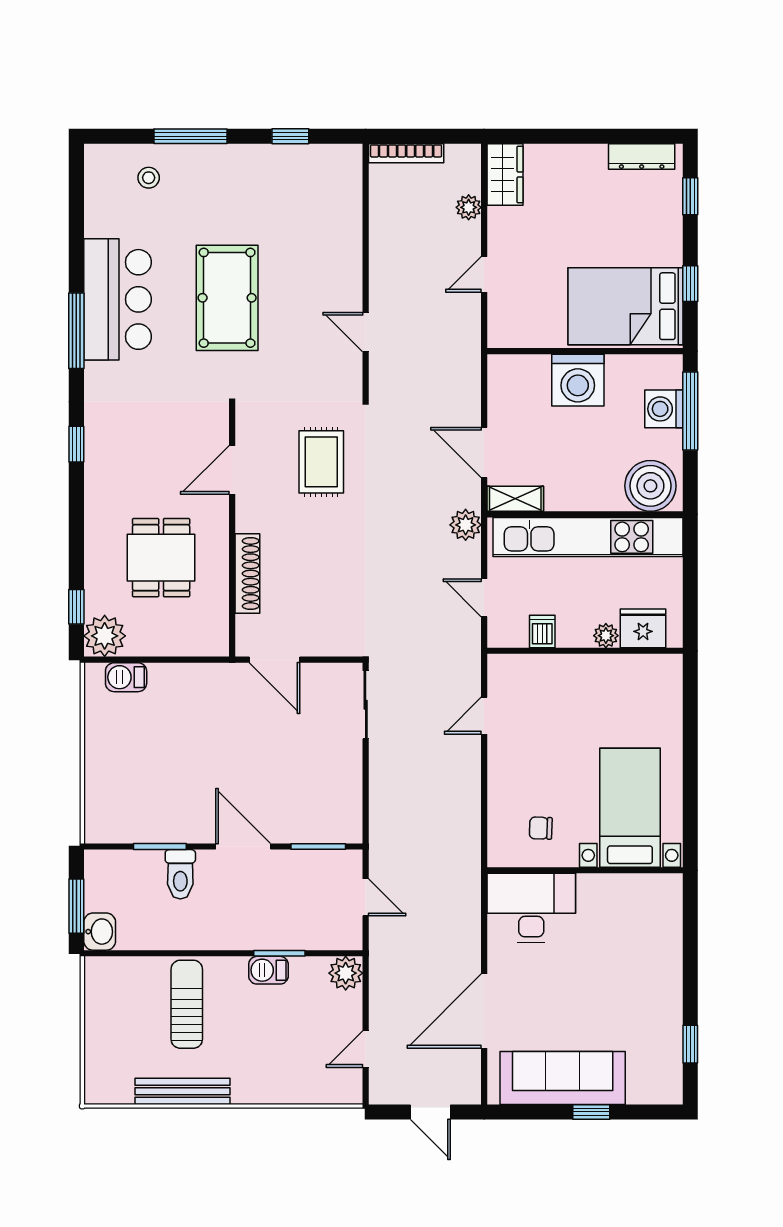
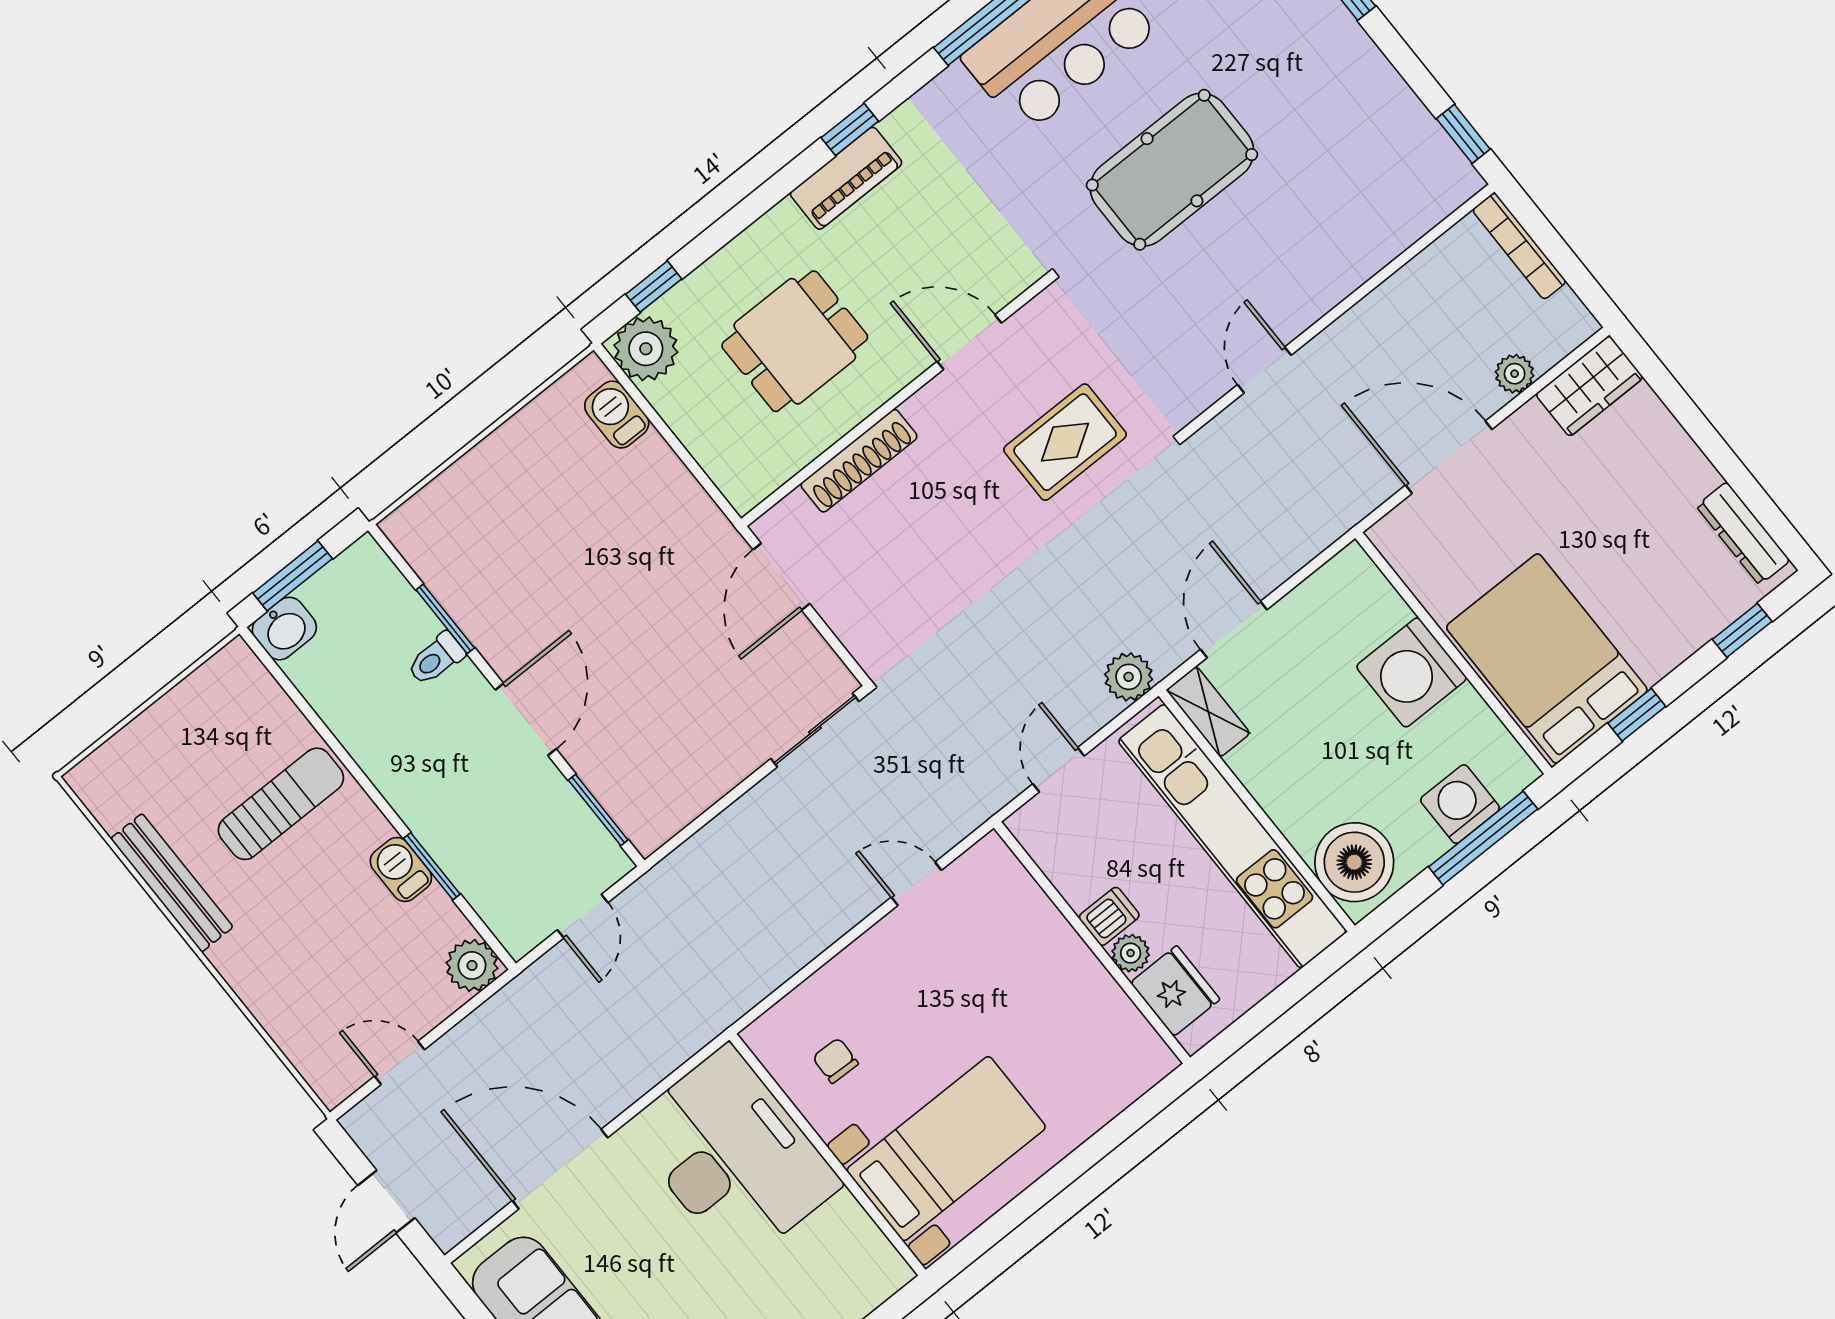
window: (290, 136) -> (1463, 134), moved
door: (484, 274) -> (1449, 457), width x1.87
piano: (100, 466) -> (846, 178), added
dishwasher: (542, 632) -> (1109, 916), moved
toilet: (180, 874) -> (436, 659), width x0.73, depth x0.72
desk: (531, 908) -> (733, 1156), width x1.36, depth x1.30

